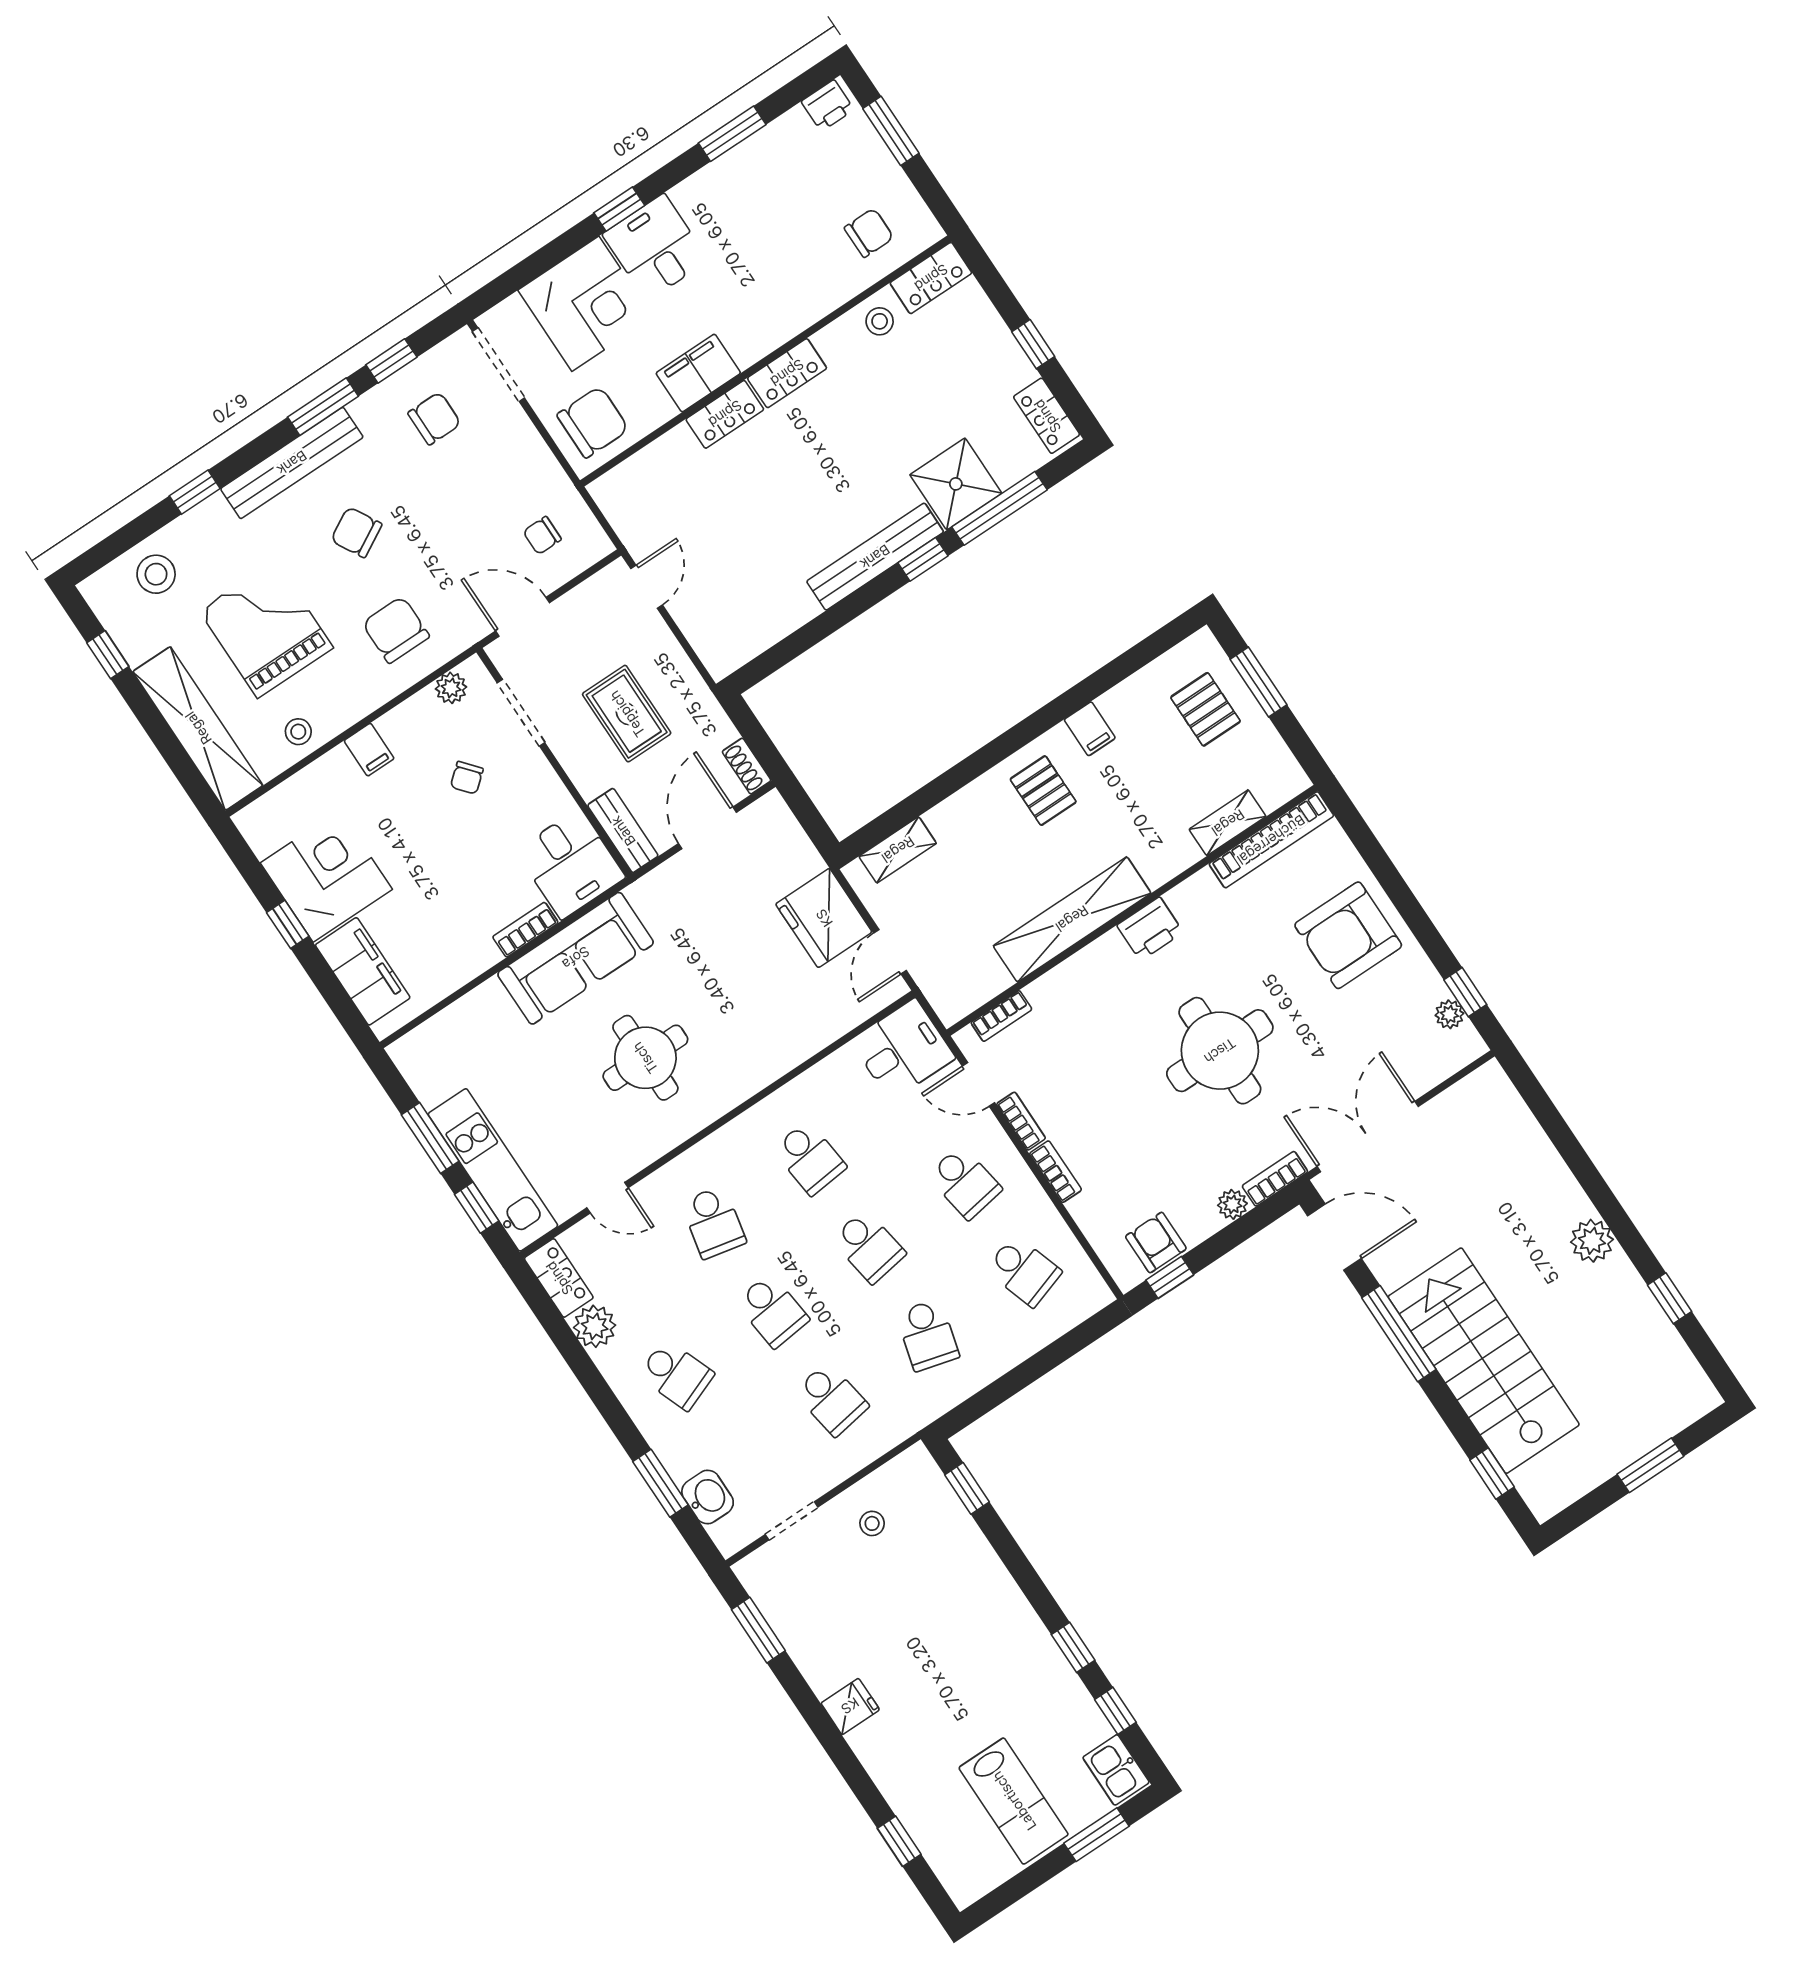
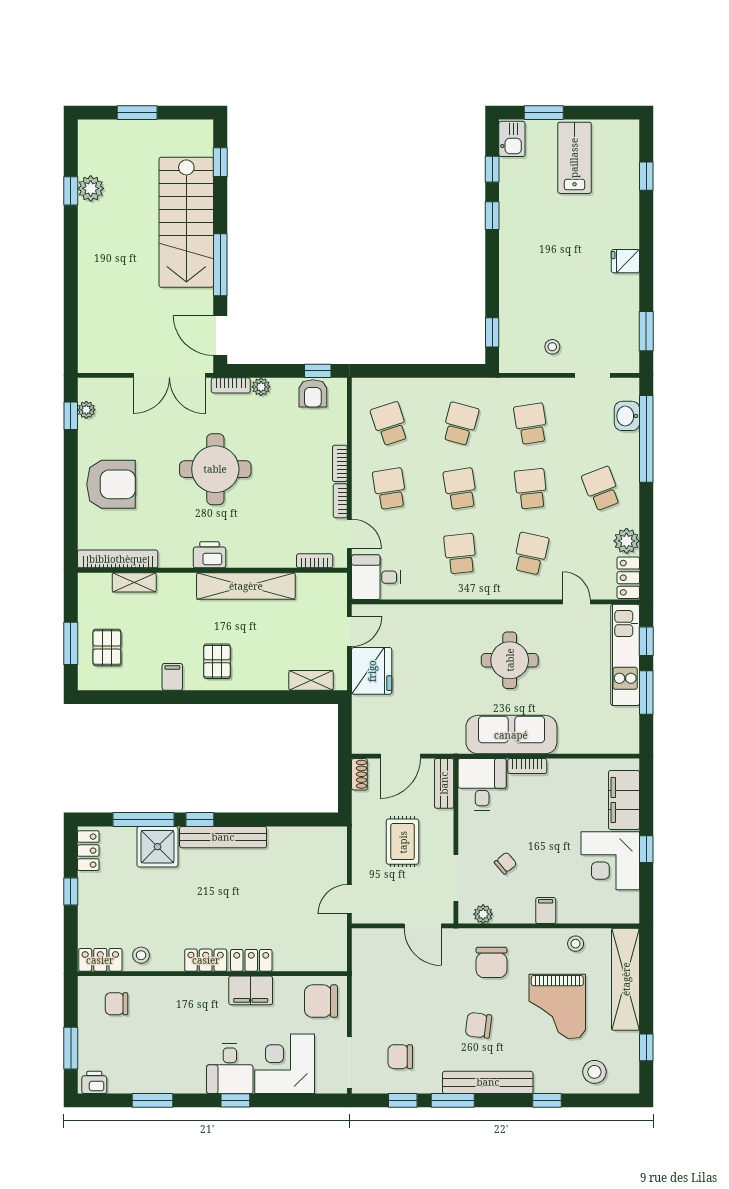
chair: (356, 532) -> (478, 1025), turned 126
chair: (542, 535) -> (385, 961), removed
plant: (1592, 1241) -> (91, 188), moved
window: (660, 1483) -> (646, 439), width x2.11

